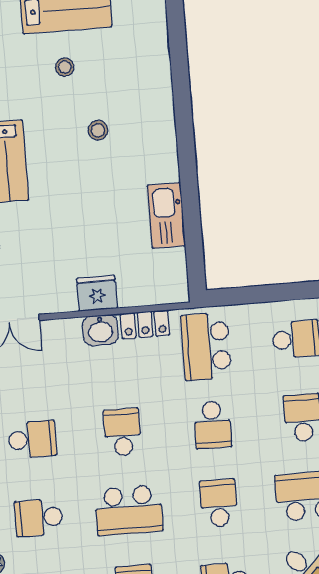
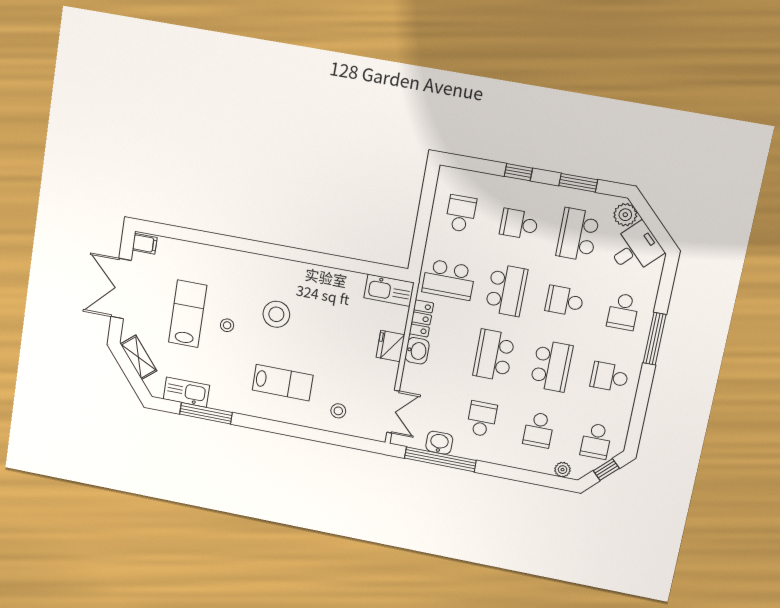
stool: (98, 130) -> (276, 314), width x1.89, depth x1.89
kitchen sink: (166, 215) -> (389, 290), moved
school desk: (212, 425) -> (506, 290), width x1.85
school desk: (122, 432) -> (494, 355), width x1.85

